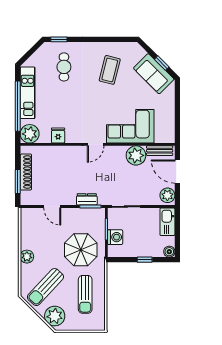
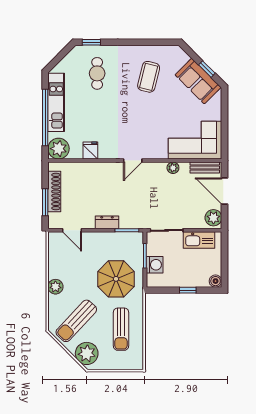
corner sofa: (130, 126) -> (195, 140), moved
plant: (136, 155) -> (173, 168), width x0.53, depth x0.53
dresser: (87, 199) -> (107, 222), moved
door: (52, 207) -> (72, 230), moved
kitchen sink: (167, 222) -> (199, 240), moved, turned -90

